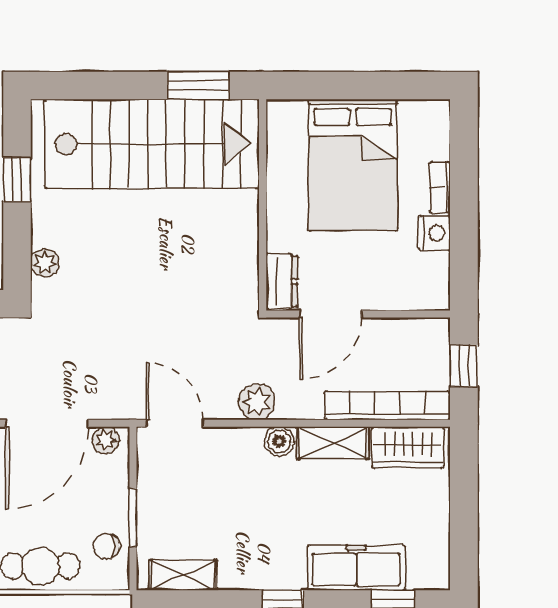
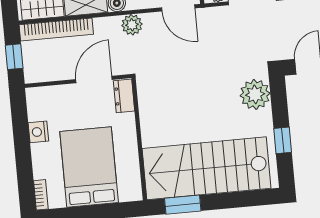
bookcase: (440, 187) -> (41, 195), moved
plant: (45, 263) -> (255, 94), width x1.88, depth x1.88

